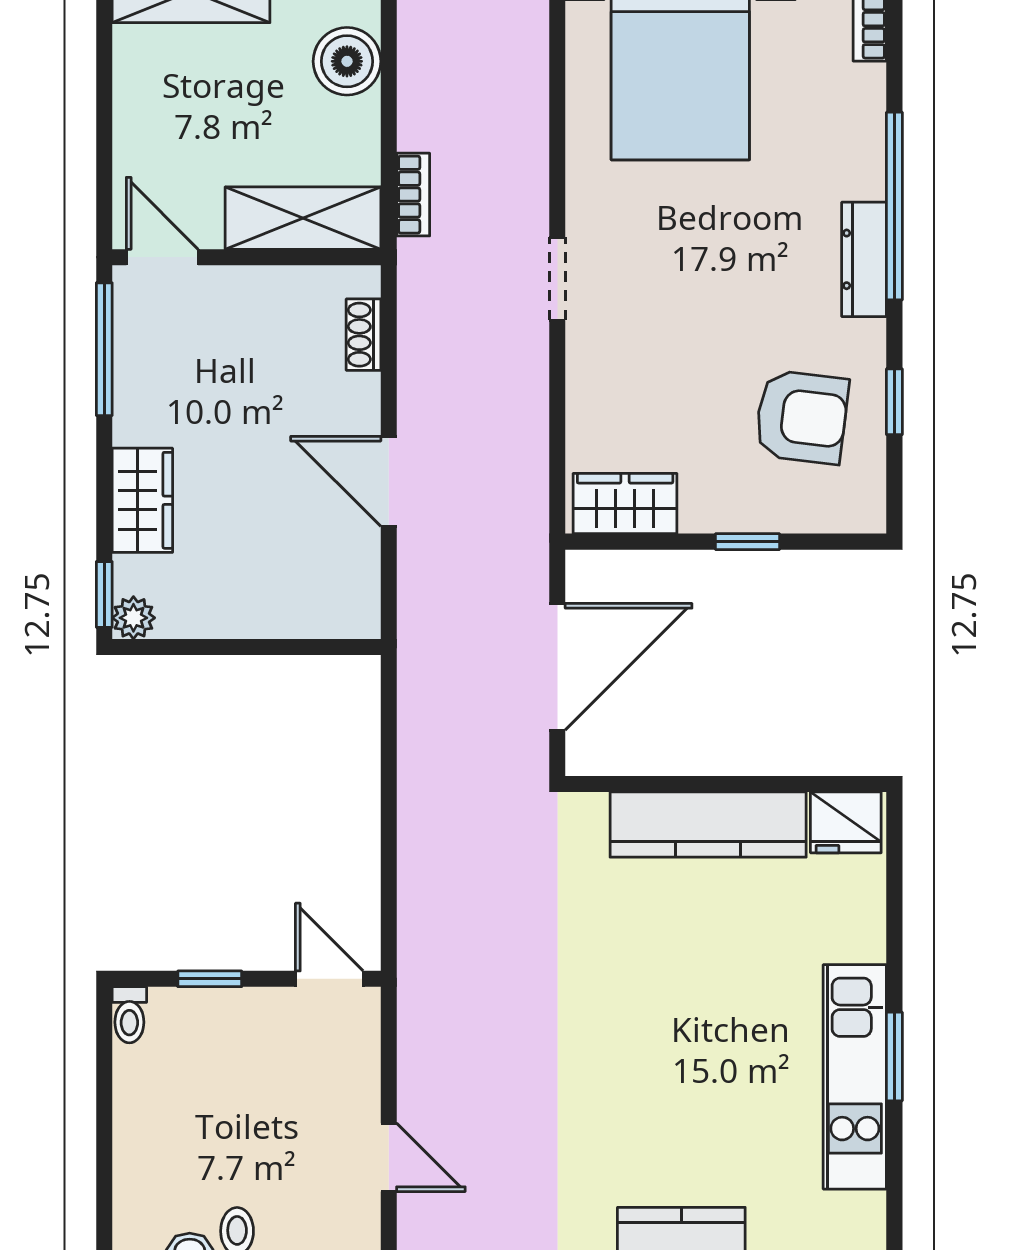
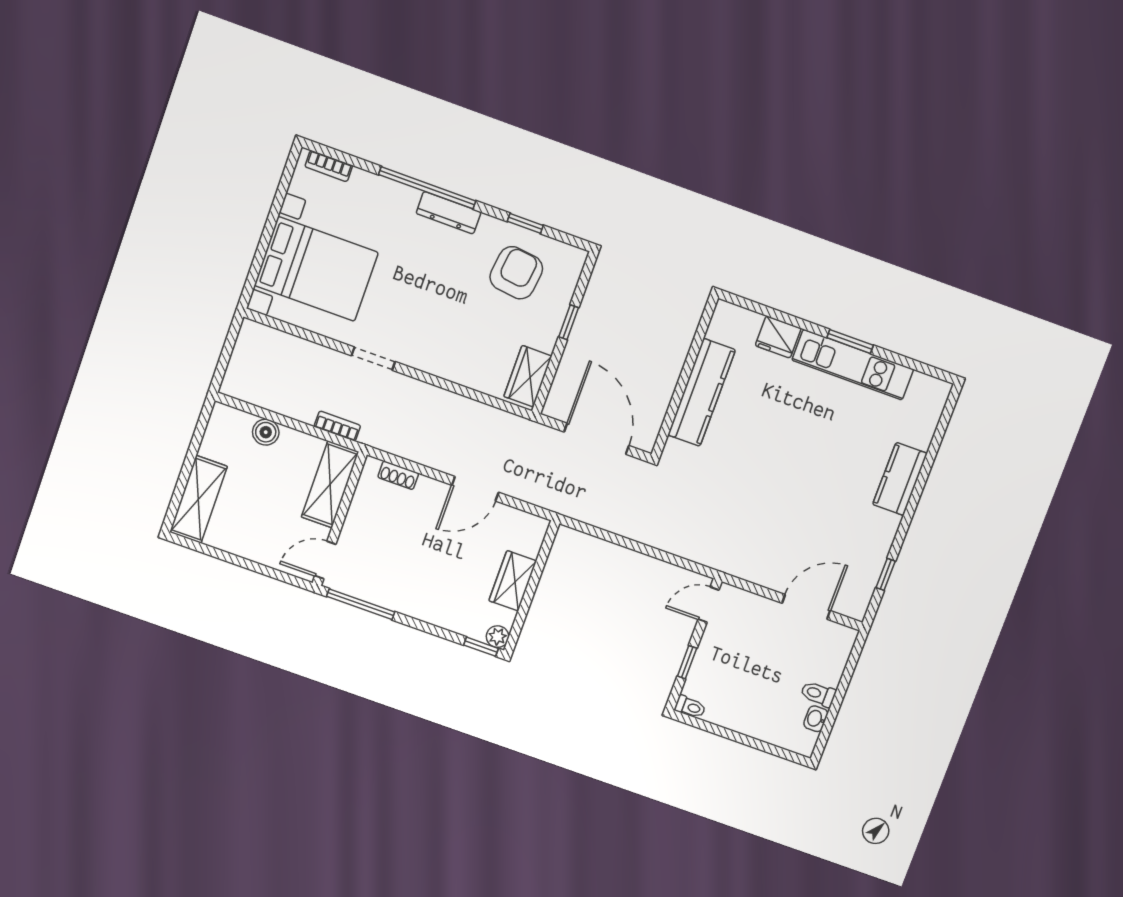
boiler: (347, 61) -> (266, 432), width x0.73, depth x0.73
doorway: (557, 279) -> (373, 359), moved
wardrobe: (142, 500) -> (513, 581), moved, turned -90
fridge: (846, 822) -> (778, 337), moved, turned 90
door: (389, 1157) -> (806, 607), width x1.38

